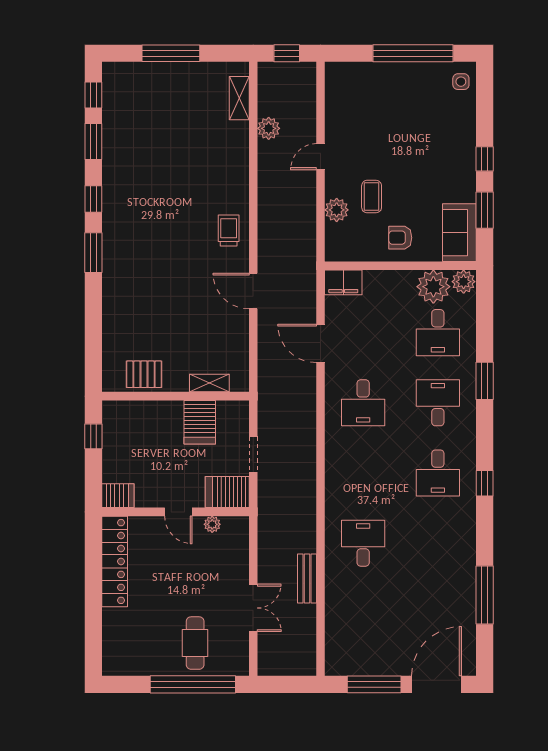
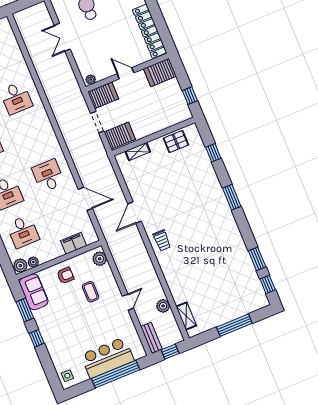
window: (413, 53) -> (116, 374), moved
bar counter: (388, 84) -> (107, 358), added
window: (93, 199) -> (213, 153), moved
plant: (337, 210) -> (100, 259), moved
filing cabinet: (343, 282) -> (74, 243), moved
plant: (433, 287) -> (33, 262), width x0.53, depth x0.53
door: (253, 291) -> (134, 212), swing flipped
desk: (438, 333) -> (23, 232), turned 180
server rack: (200, 422) -> (120, 136), moved, turned 90
server rack: (118, 496) -> (160, 72), width x1.36, depth x1.44
plant: (212, 524) -> (91, 80), moved
bench: (307, 578) -> (151, 338), moved

